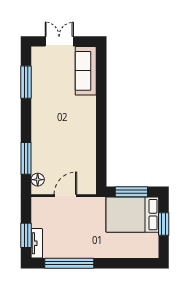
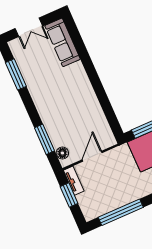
double door: (59, 41) -> (29, 27), swing flipped
window: (26, 235) -> (69, 195), moved
tv unit: (37, 243) -> (74, 181), moved

